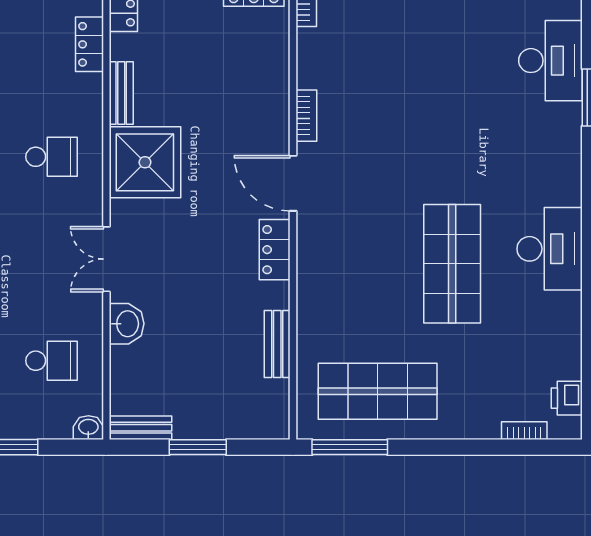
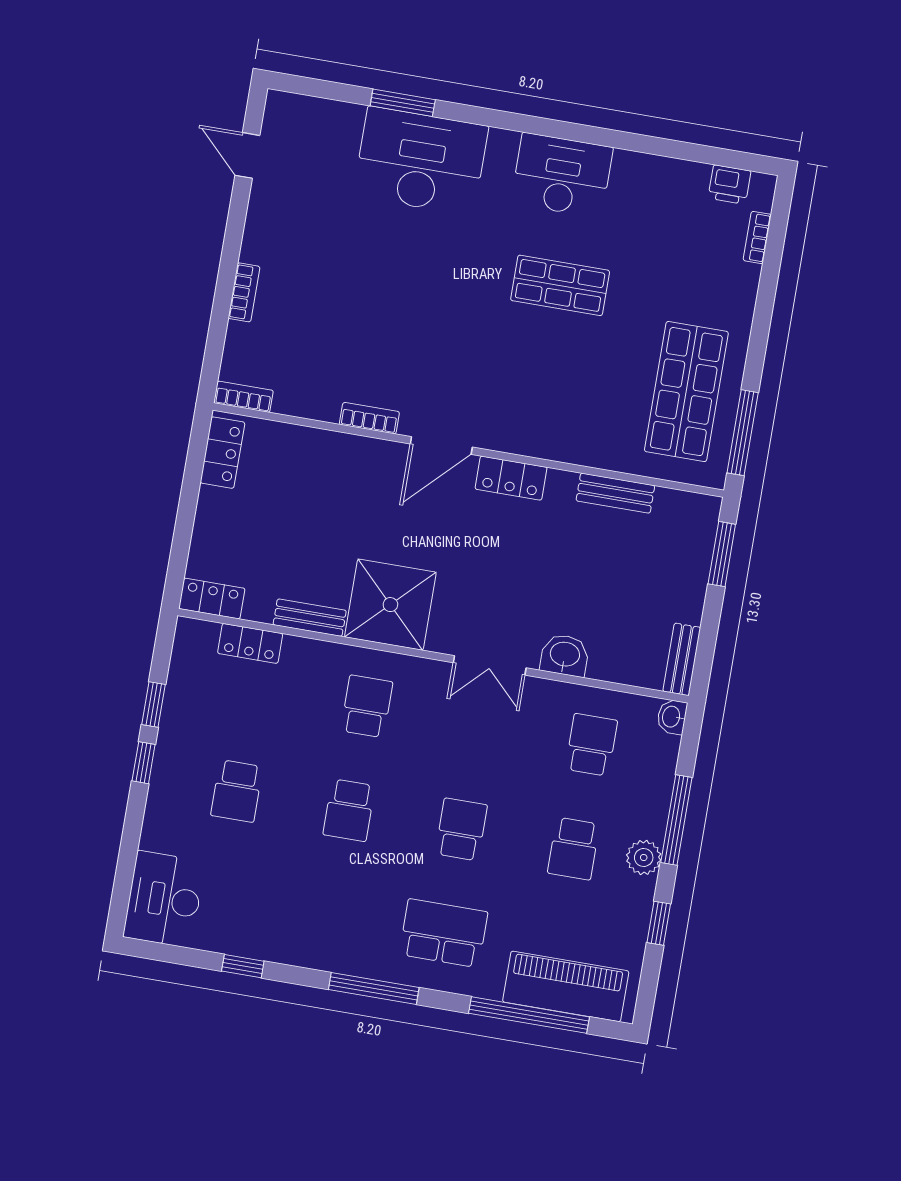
desk: (550, 61) -> (421, 161), moved, width x1.36, depth x1.30
shop shelf: (452, 264) -> (560, 285), width x0.70, depth x0.74
window: (198, 447) -> (722, 554), moved

